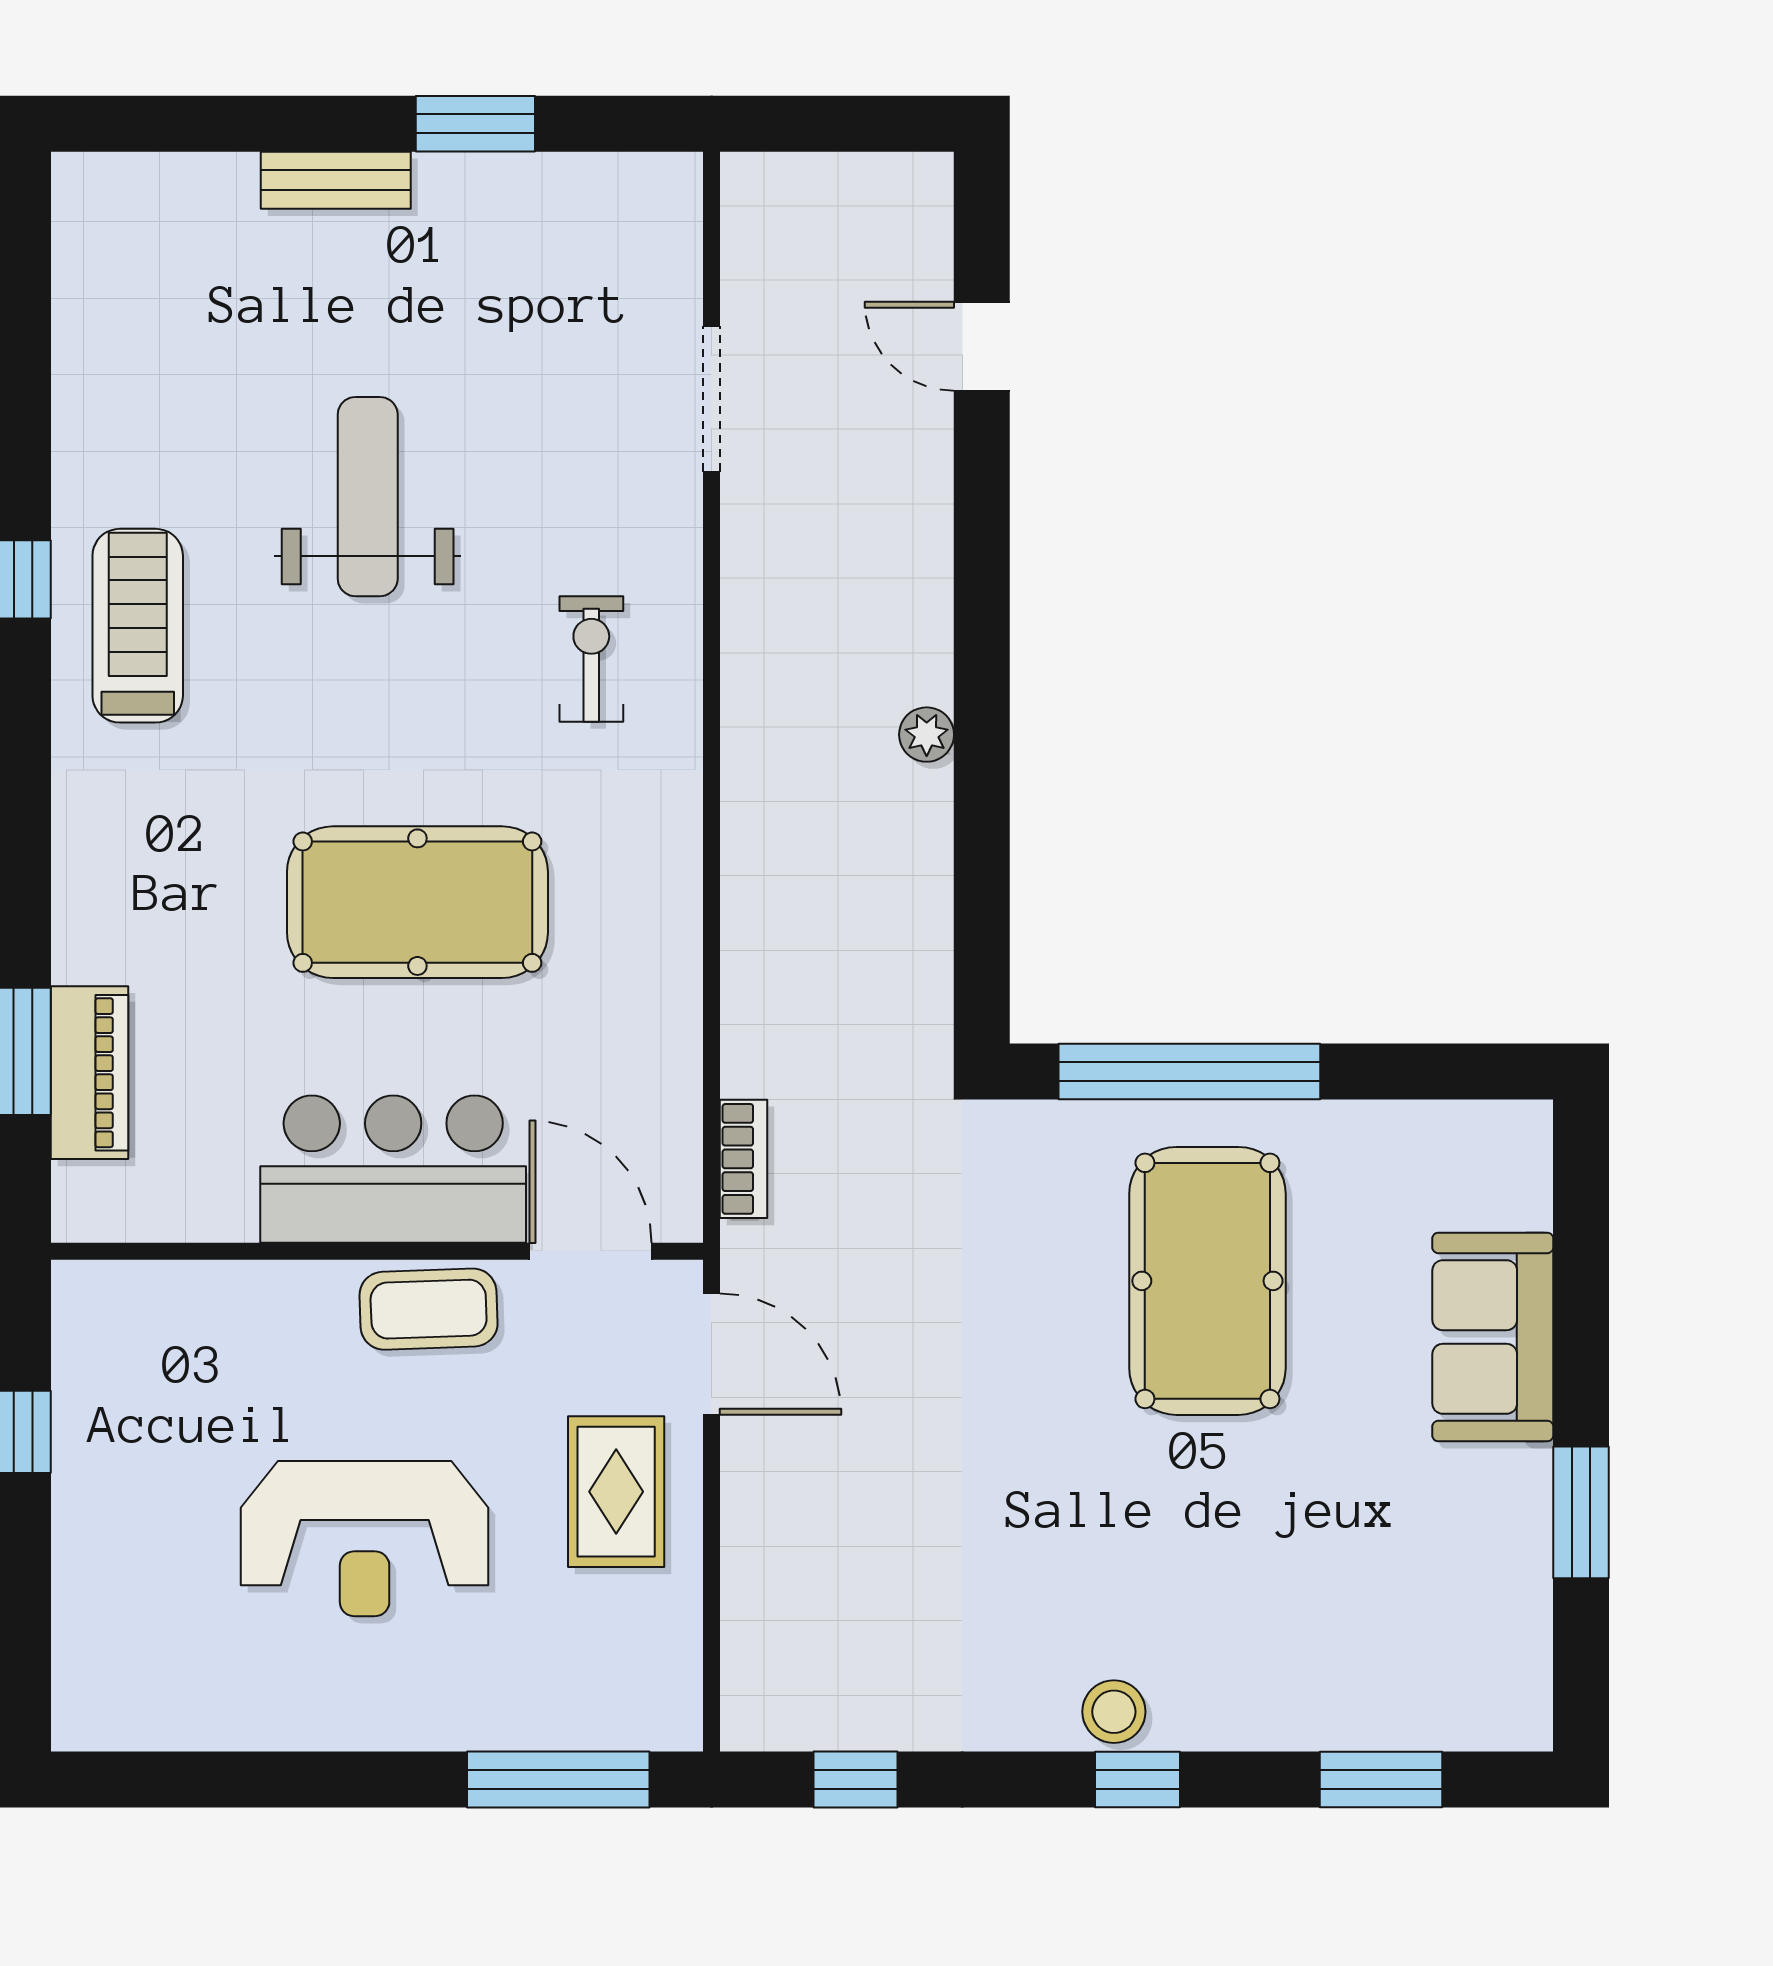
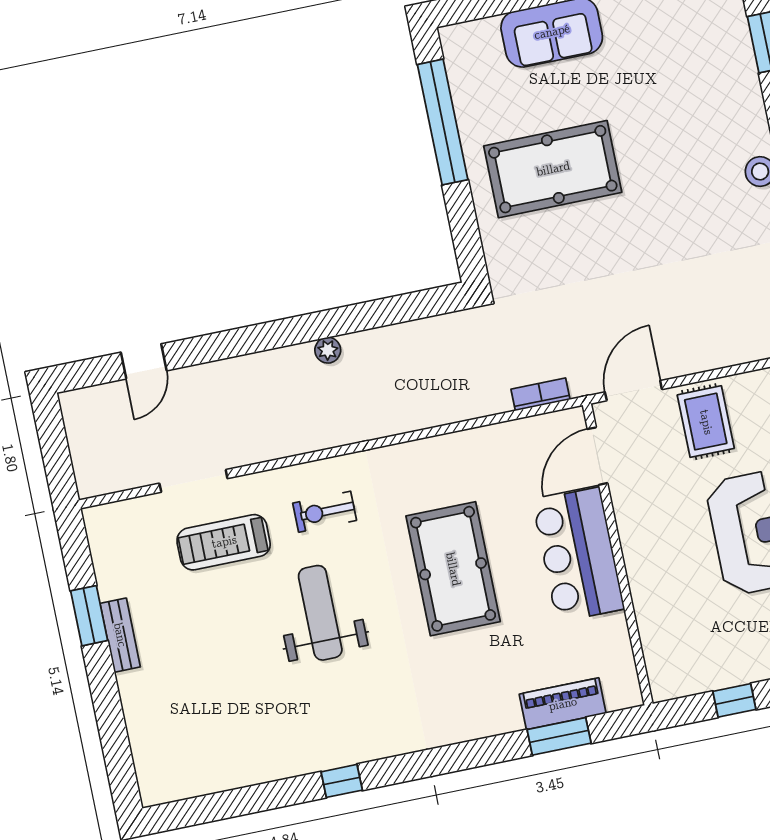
bench: (336, 180) -> (120, 635), moved
weight bench: (368, 497) -> (320, 613), moved, turned 90
treadmill: (138, 626) -> (224, 542), moved
window: (1189, 1071) -> (443, 122), moved
coffee table: (429, 1309) -> (639, 525), removed
rug: (616, 1492) -> (706, 422), turned 90

